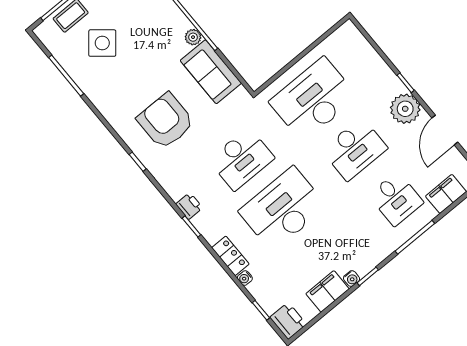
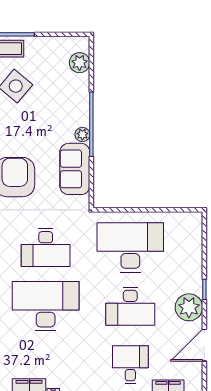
desk: (396, 199) -> (130, 365), turned 180

